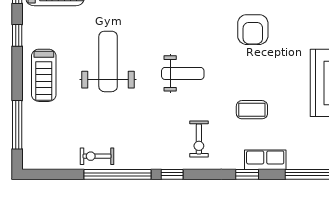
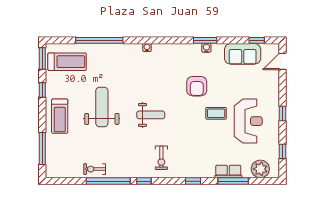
coffee table: (252, 110) -> (216, 113), moved
row of seats: (265, 160) -> (228, 171), moved

